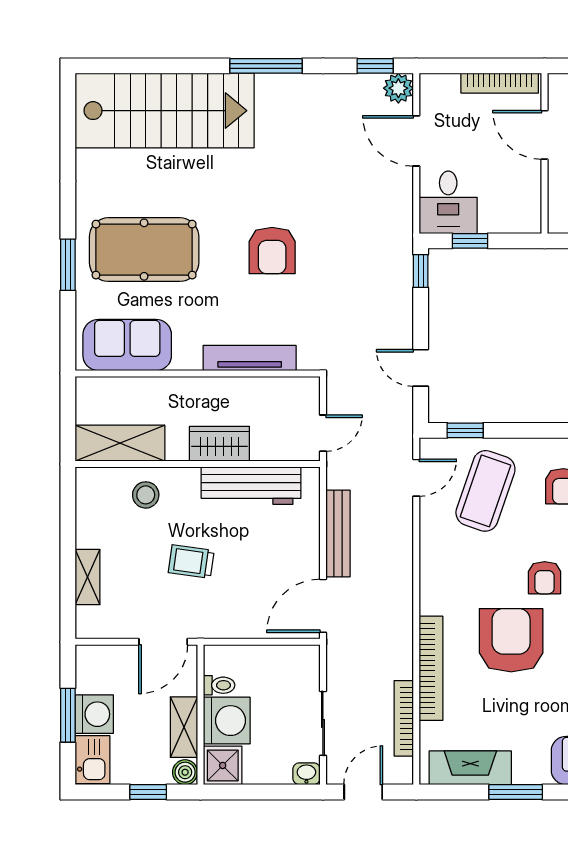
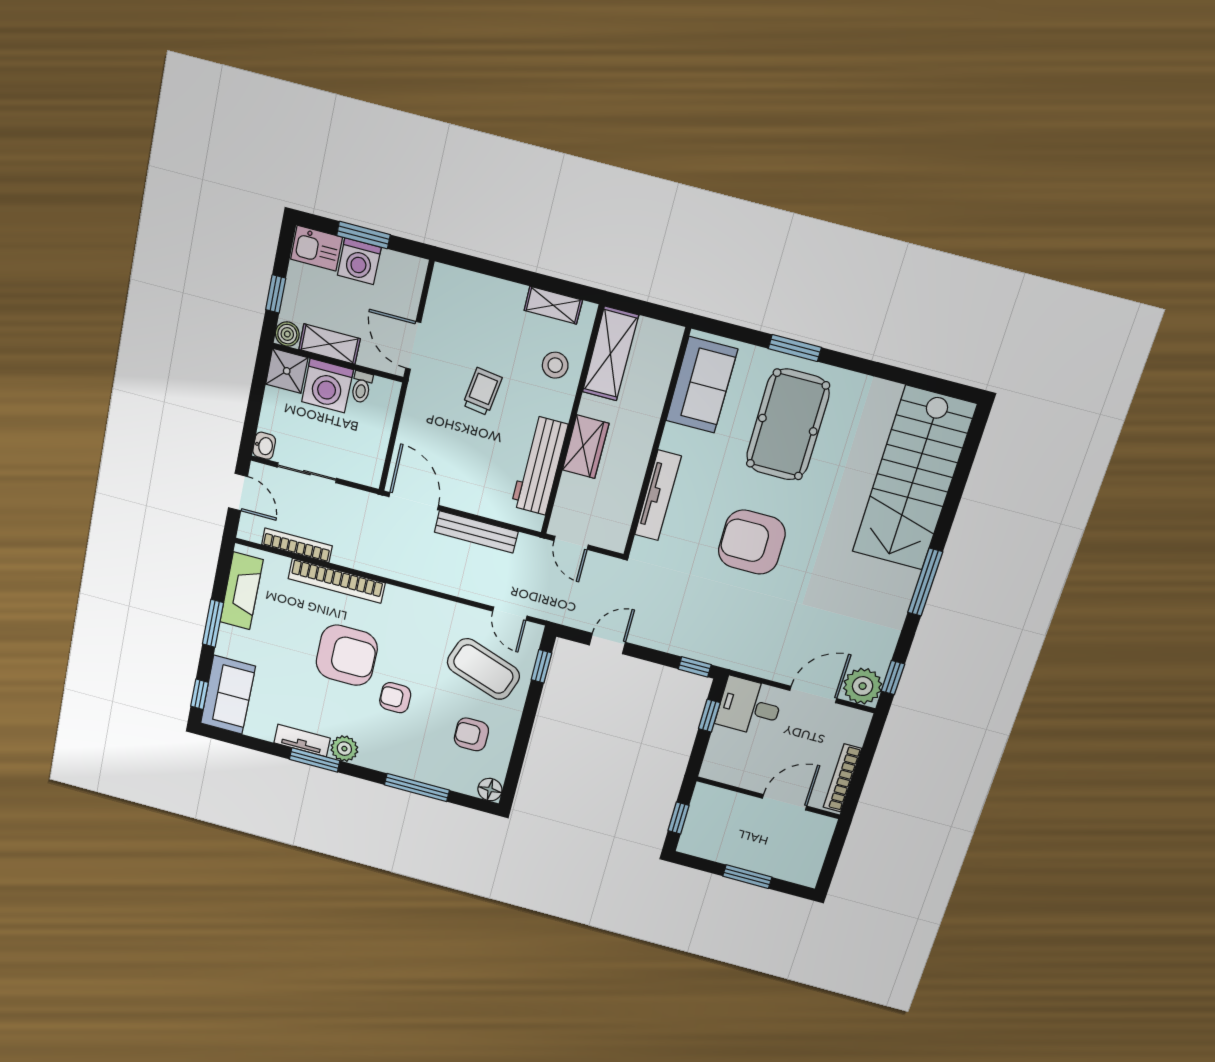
plant: (398, 88) -> (863, 686), width x1.36, depth x1.36
armchair: (272, 251) -> (752, 542), width x1.36, depth x1.36
shelving: (88, 577) -> (553, 305), moved

